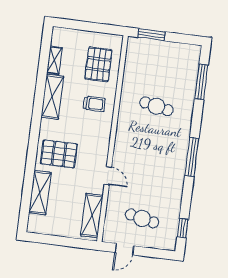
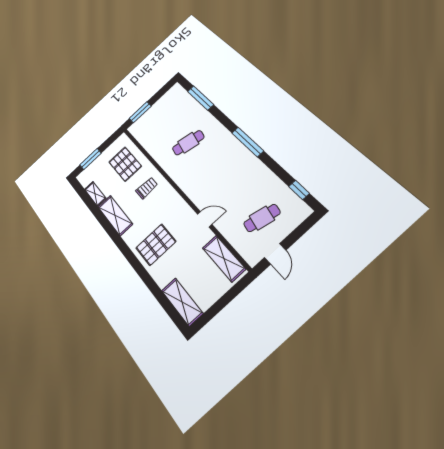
window: (78, 25) -> (91, 159), added
shelving: (40, 192) -> (182, 302), moved

